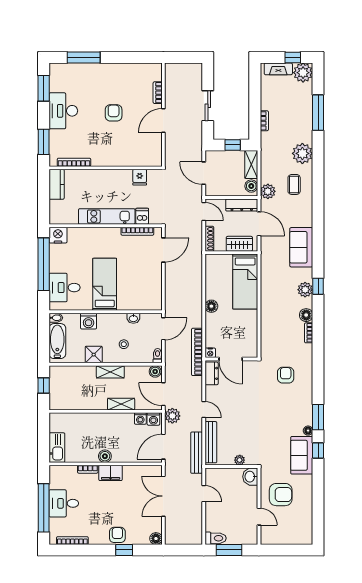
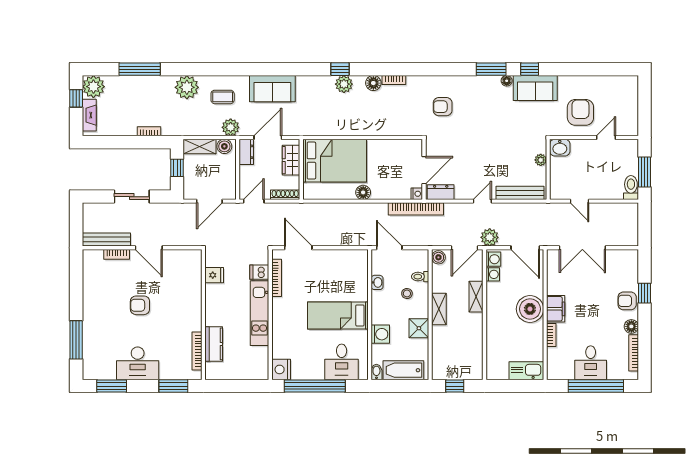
kitchen counter: (57, 184) -> (214, 344), moved, turned 90
dresser: (242, 205) -> (246, 152), width x0.70
sofa: (301, 247) -> (272, 89), moved
bed: (245, 282) -> (335, 161), width x1.50
toilet: (158, 356) -> (420, 277), moved
bench: (197, 453) -> (106, 240), moved
boiler: (105, 456) -> (530, 309), width x1.86, depth x1.86
door: (204, 494) -> (579, 201), swing flipped
floor lamp: (156, 539) -> (631, 326), moved

